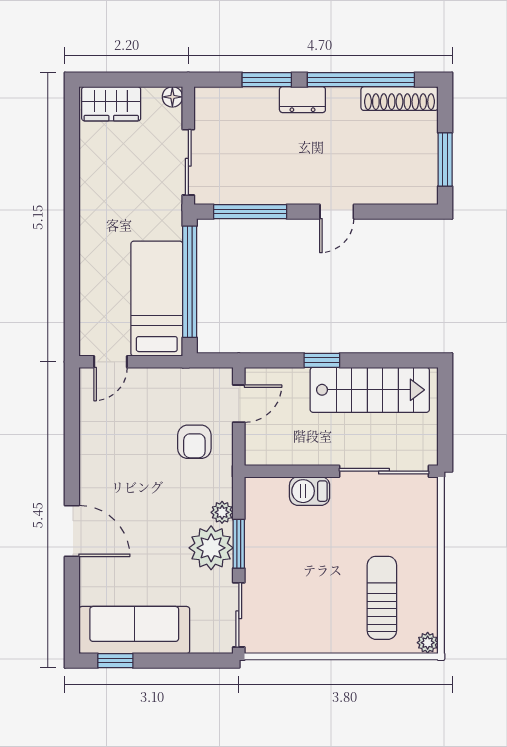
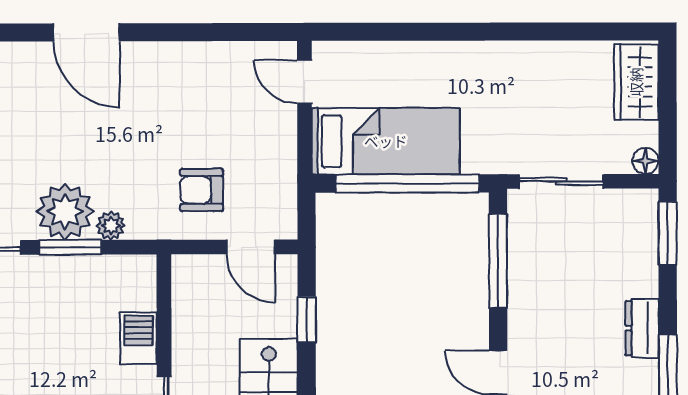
window: (267, 80) -> (668, 233), moved
window: (322, 360) -> (307, 320), moved
door: (72, 531) -> (87, 32), hinge flipped

